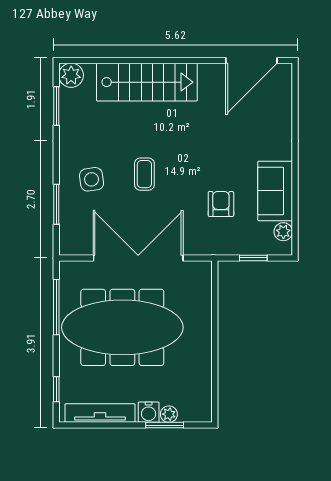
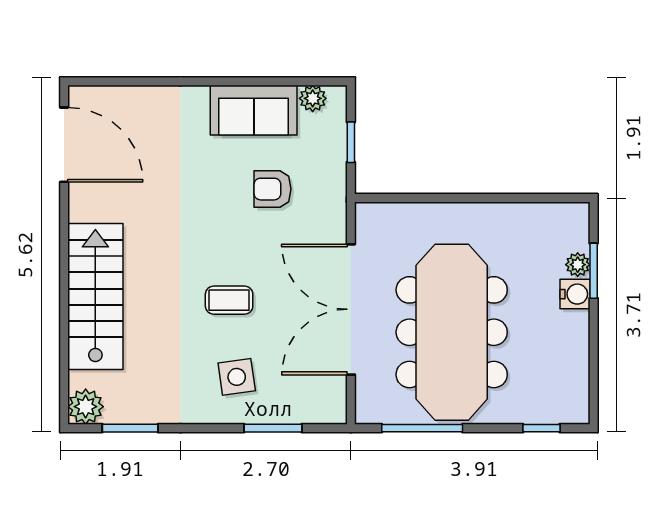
tv unit: (100, 413) -> (576, 365), removed

